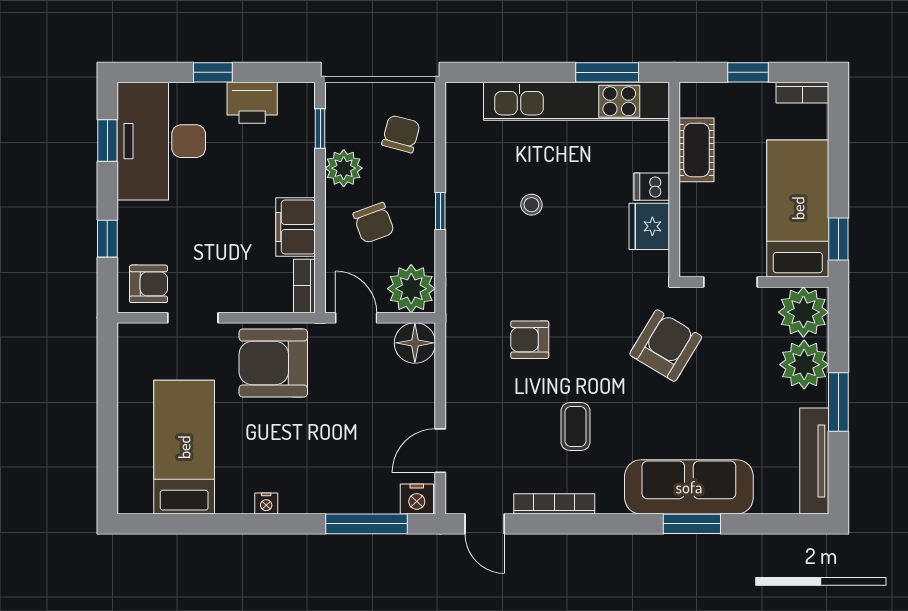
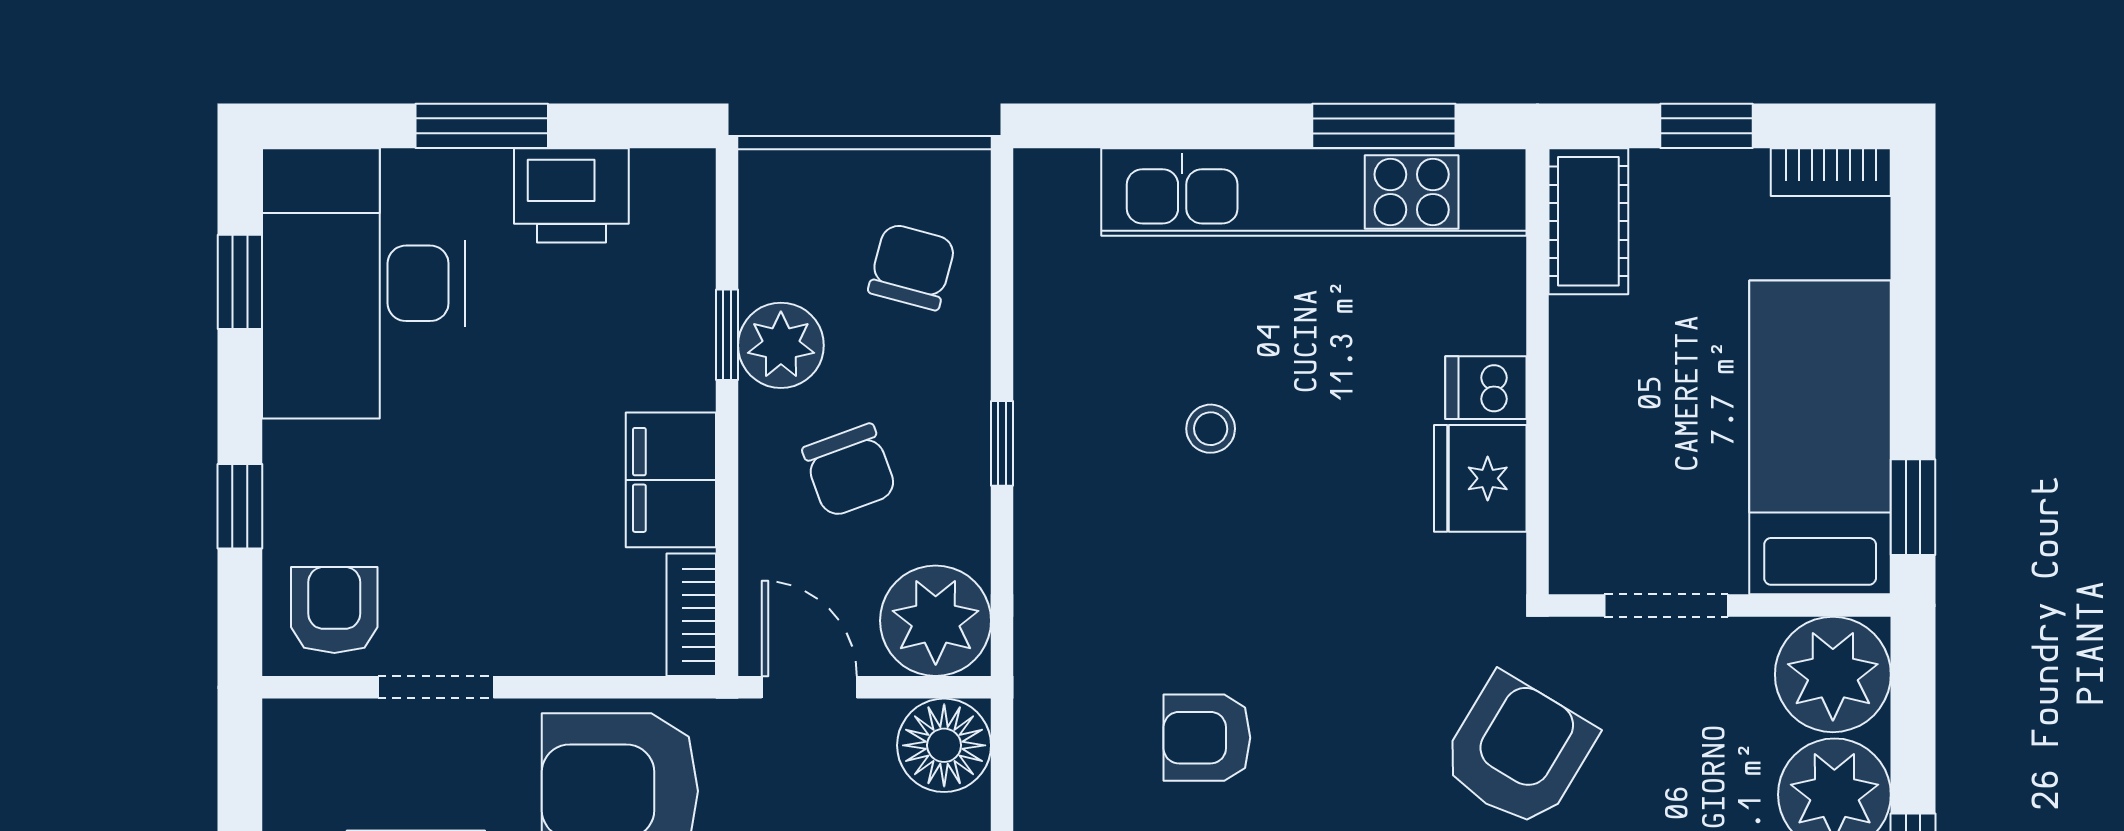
window: (213, 72) -> (482, 126), width x1.50
window: (320, 129) -> (727, 335), moved
cot: (697, 150) -> (1588, 221), moved
armchair: (148, 284) -> (334, 610), turned -90

